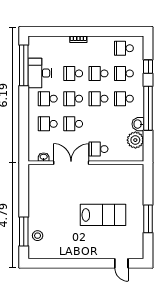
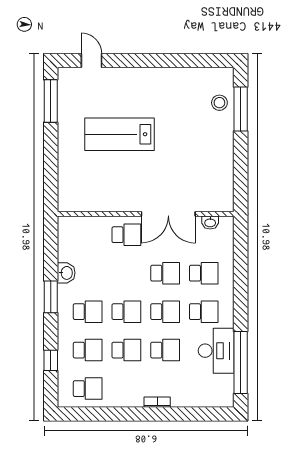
window: (148, 108) -> (51, 297), width x0.47
plant: (135, 140) -> (70, 249), removed
window: (148, 219) -> (51, 101), moved

